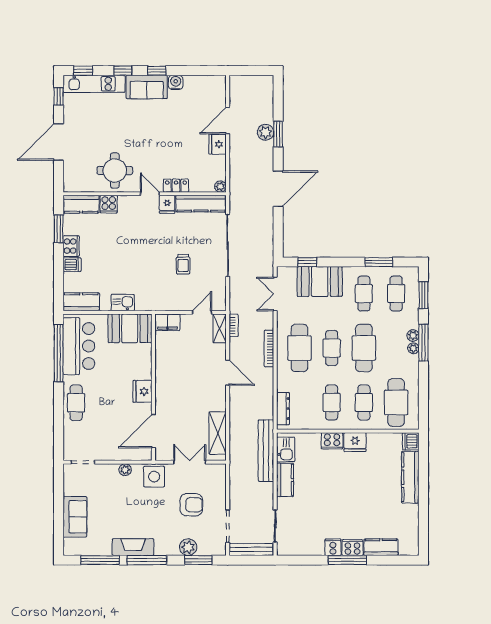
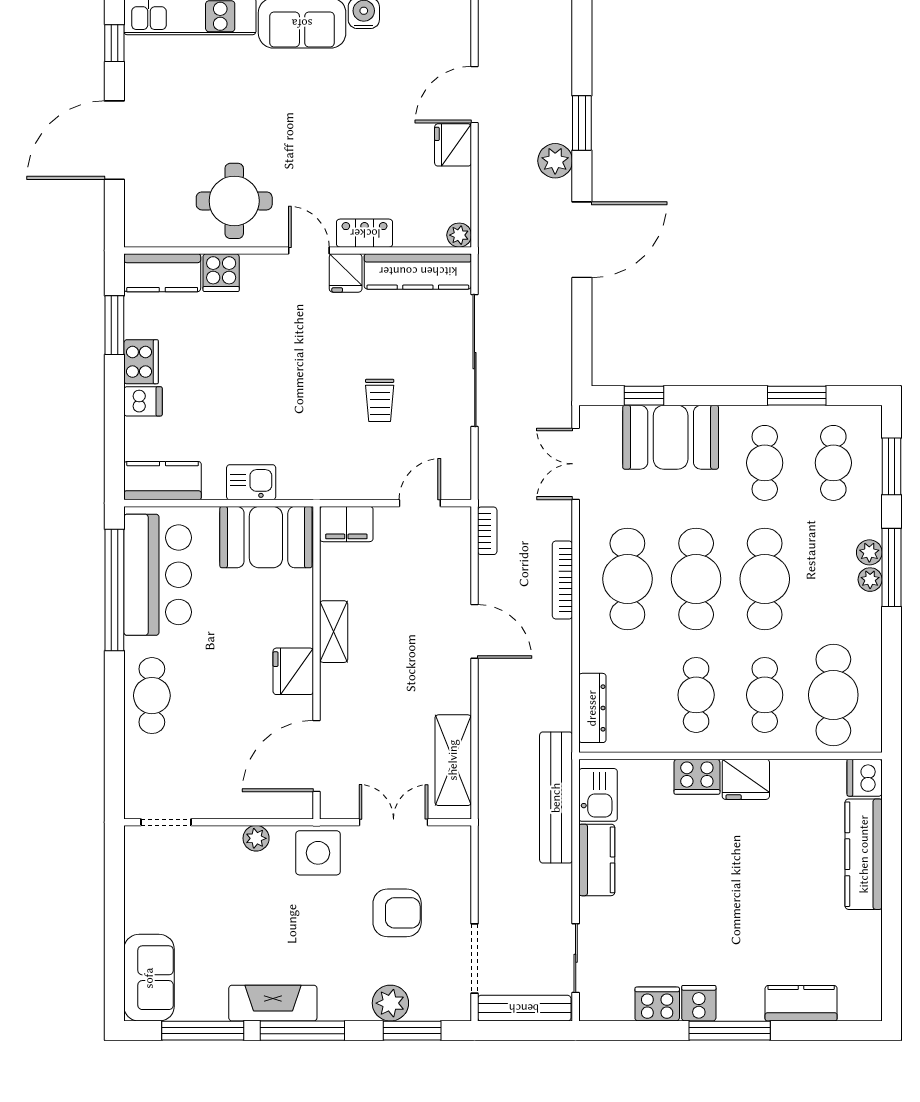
plant: (266, 132) -> (555, 161), moved
shelving: (220, 328) -> (334, 632), moved
cafe table: (332, 348) -> (696, 579), width x1.37, depth x1.35
sofa: (75, 517) -> (149, 978), moved
cooker: (353, 548) -> (657, 1004), moved

